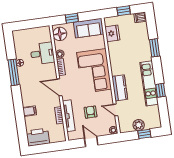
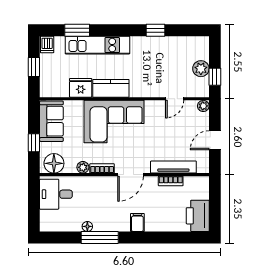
fridge: (112, 33) -> (81, 88), moved
window: (154, 48) -> (77, 30), moved
desk: (42, 53) -> (56, 194), moved, turned -90
kitchen unit: (149, 83) -> (97, 45), moved
kitchen counter: (120, 88) -> (111, 88), moved
filing cabinet: (30, 111) -> (137, 222), moved
armchair: (90, 112) -> (172, 135), removed
window: (144, 134) -> (215, 77), moved

